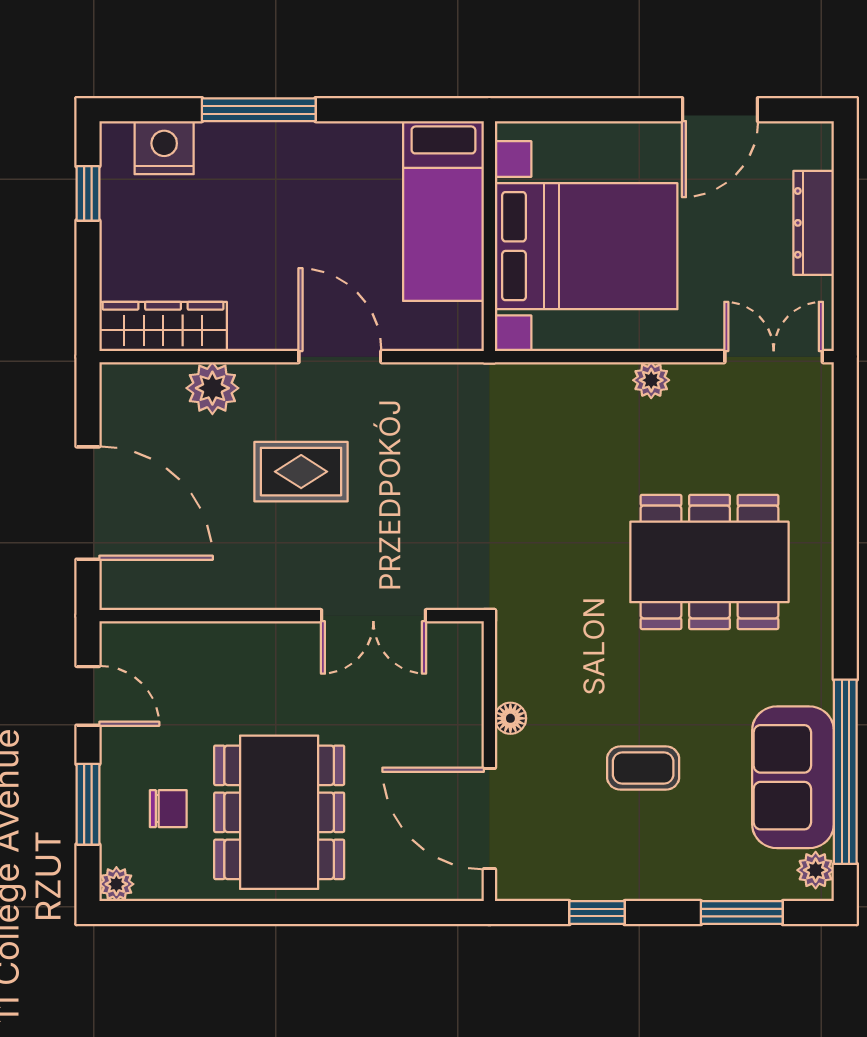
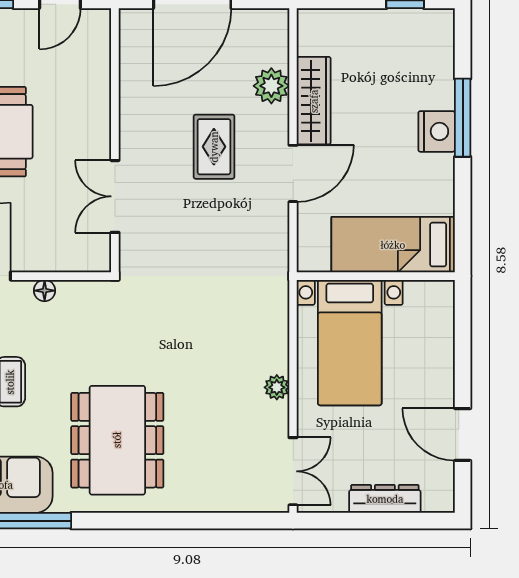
nightstand: (164, 148) -> (437, 131), moved
bed with nightstands: (586, 246) -> (350, 343), width x0.73
wardrobe: (163, 326) -> (314, 101), moved
dining table: (709, 562) -> (117, 440), moved

